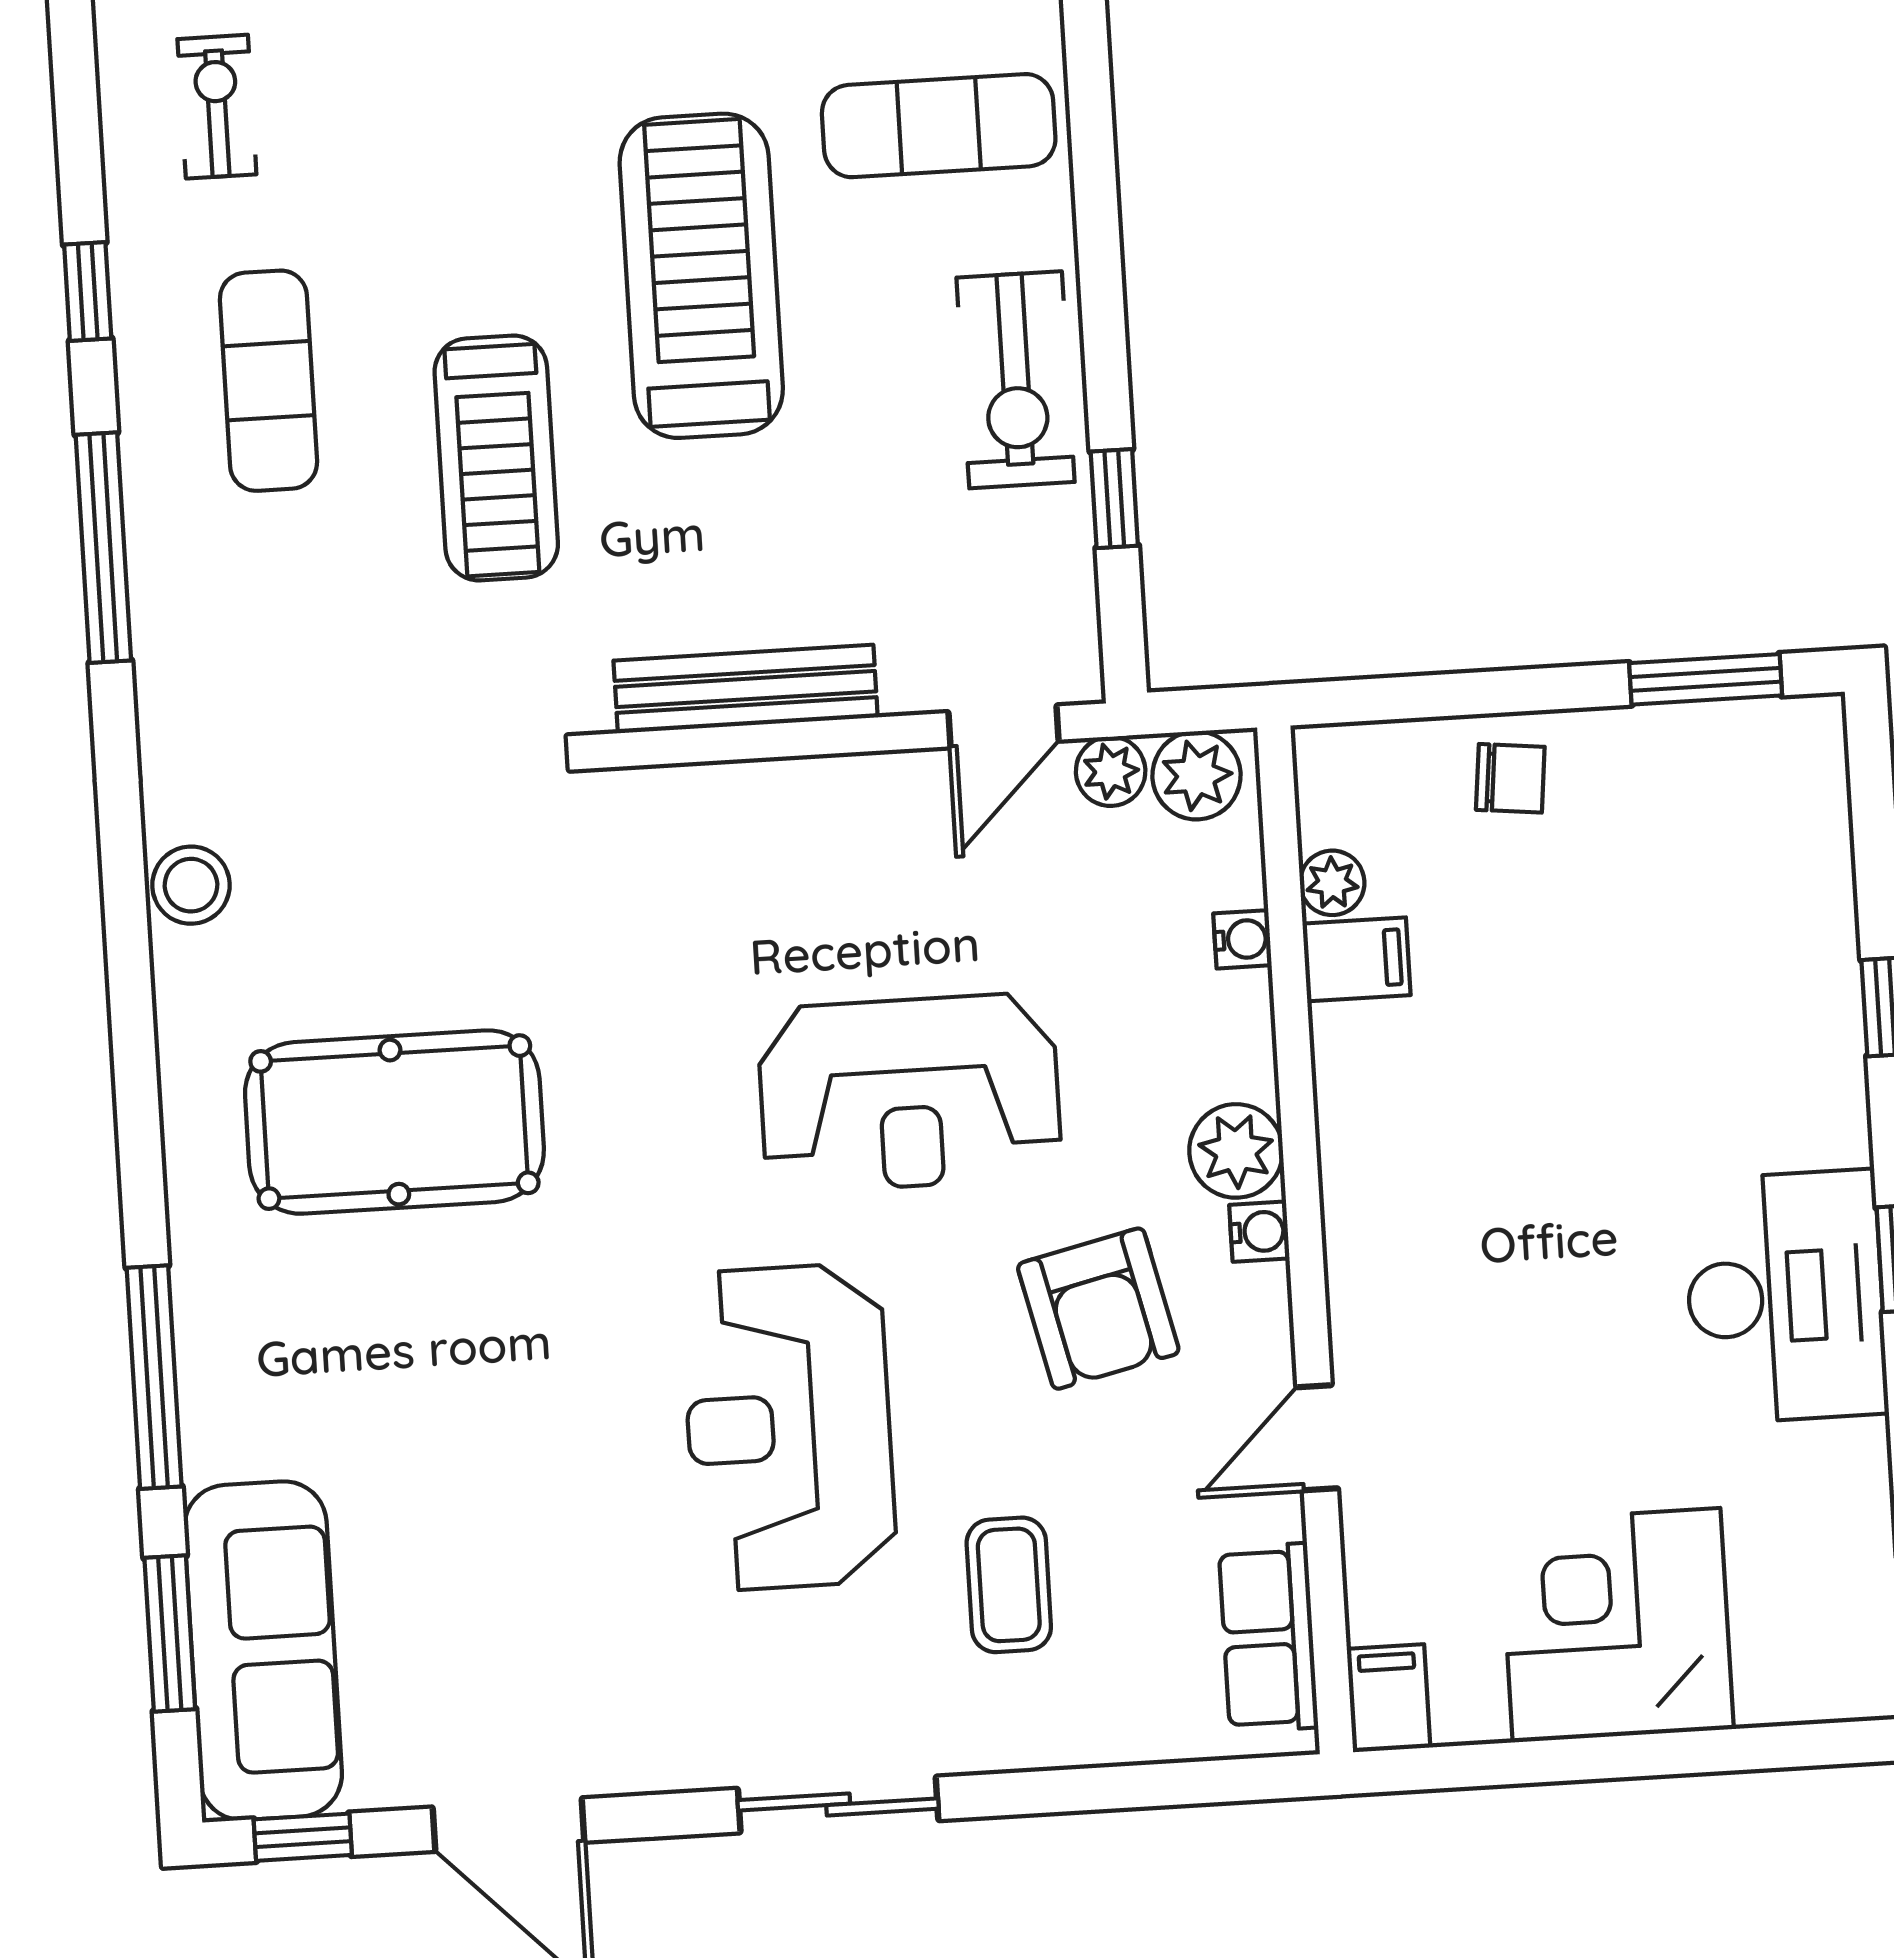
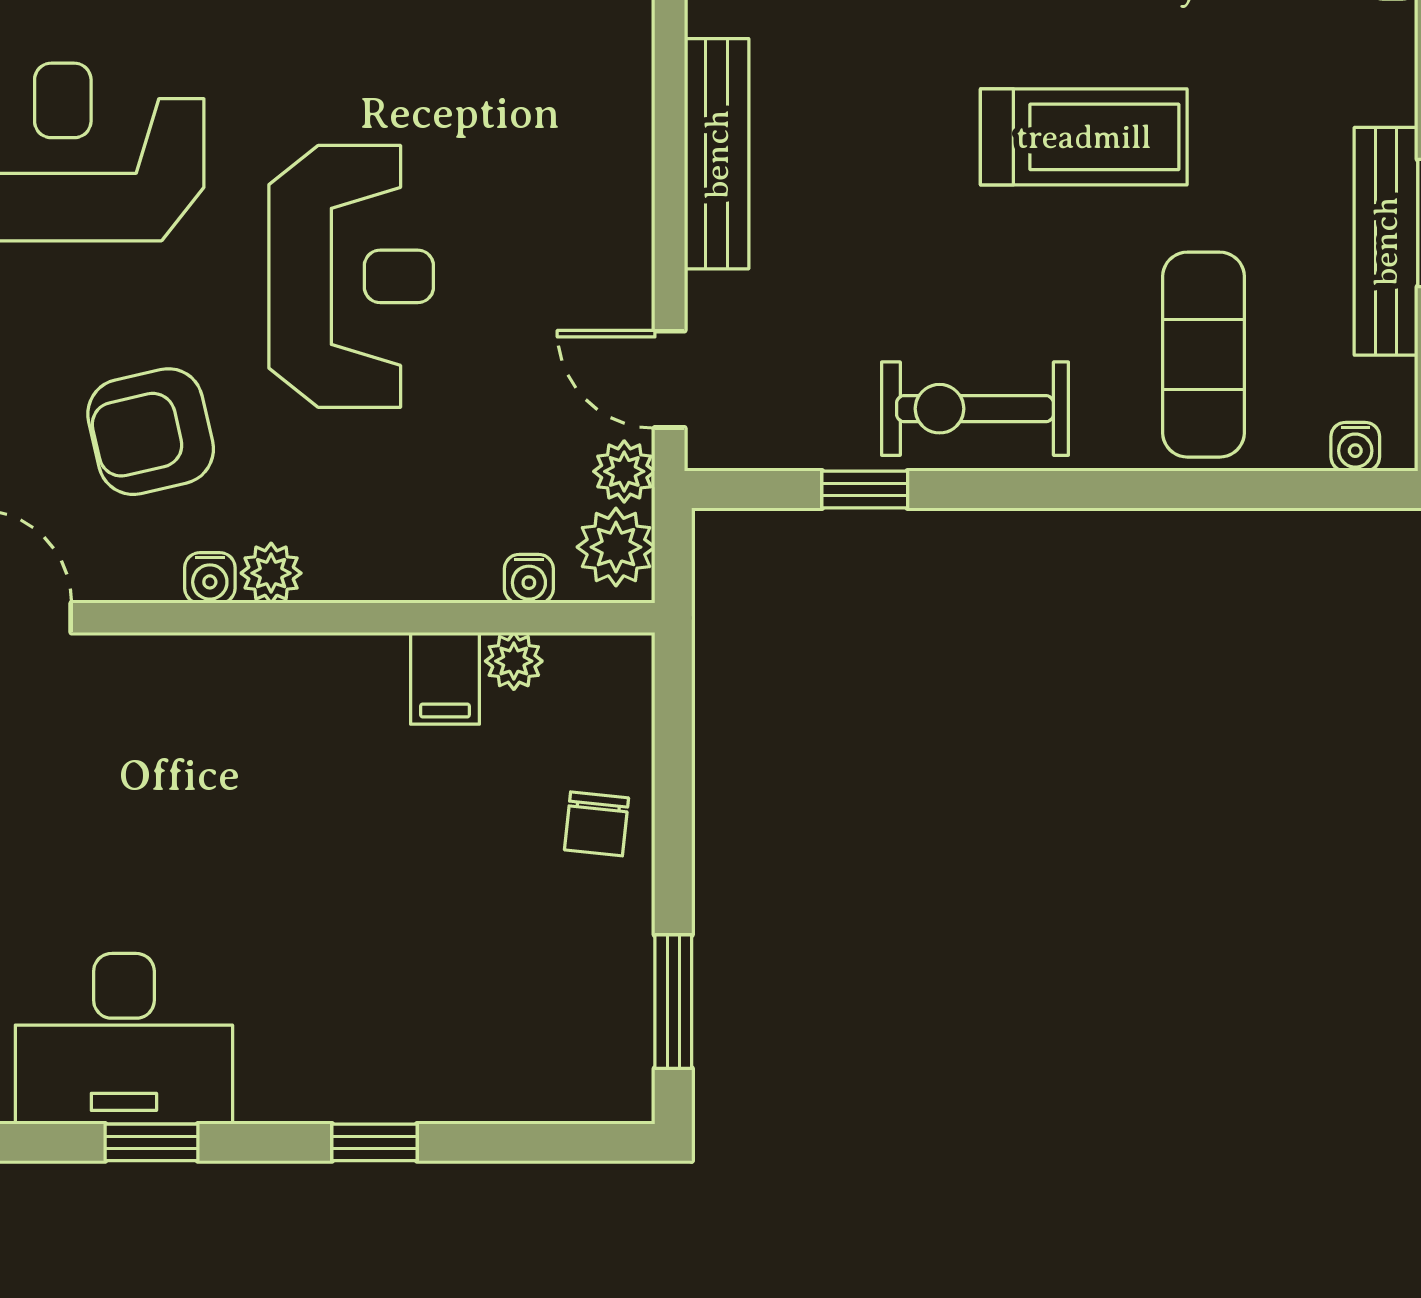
treadmill: (701, 276) -> (1084, 137), width x0.73, depth x0.73
water cooler: (1242, 939) -> (529, 579), moved
reception desk: (909, 1093) -> (351, 276), turned 180
plant: (1236, 1151) -> (271, 573), width x0.73, depth x0.73

